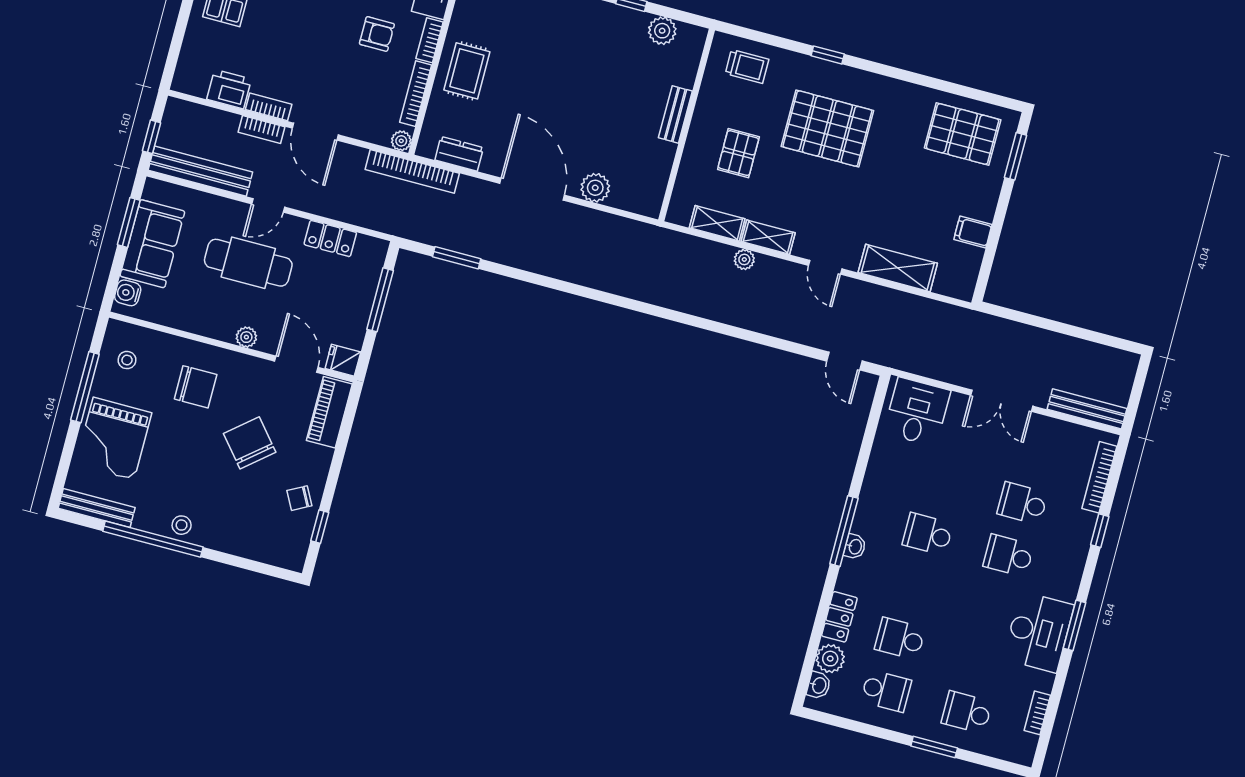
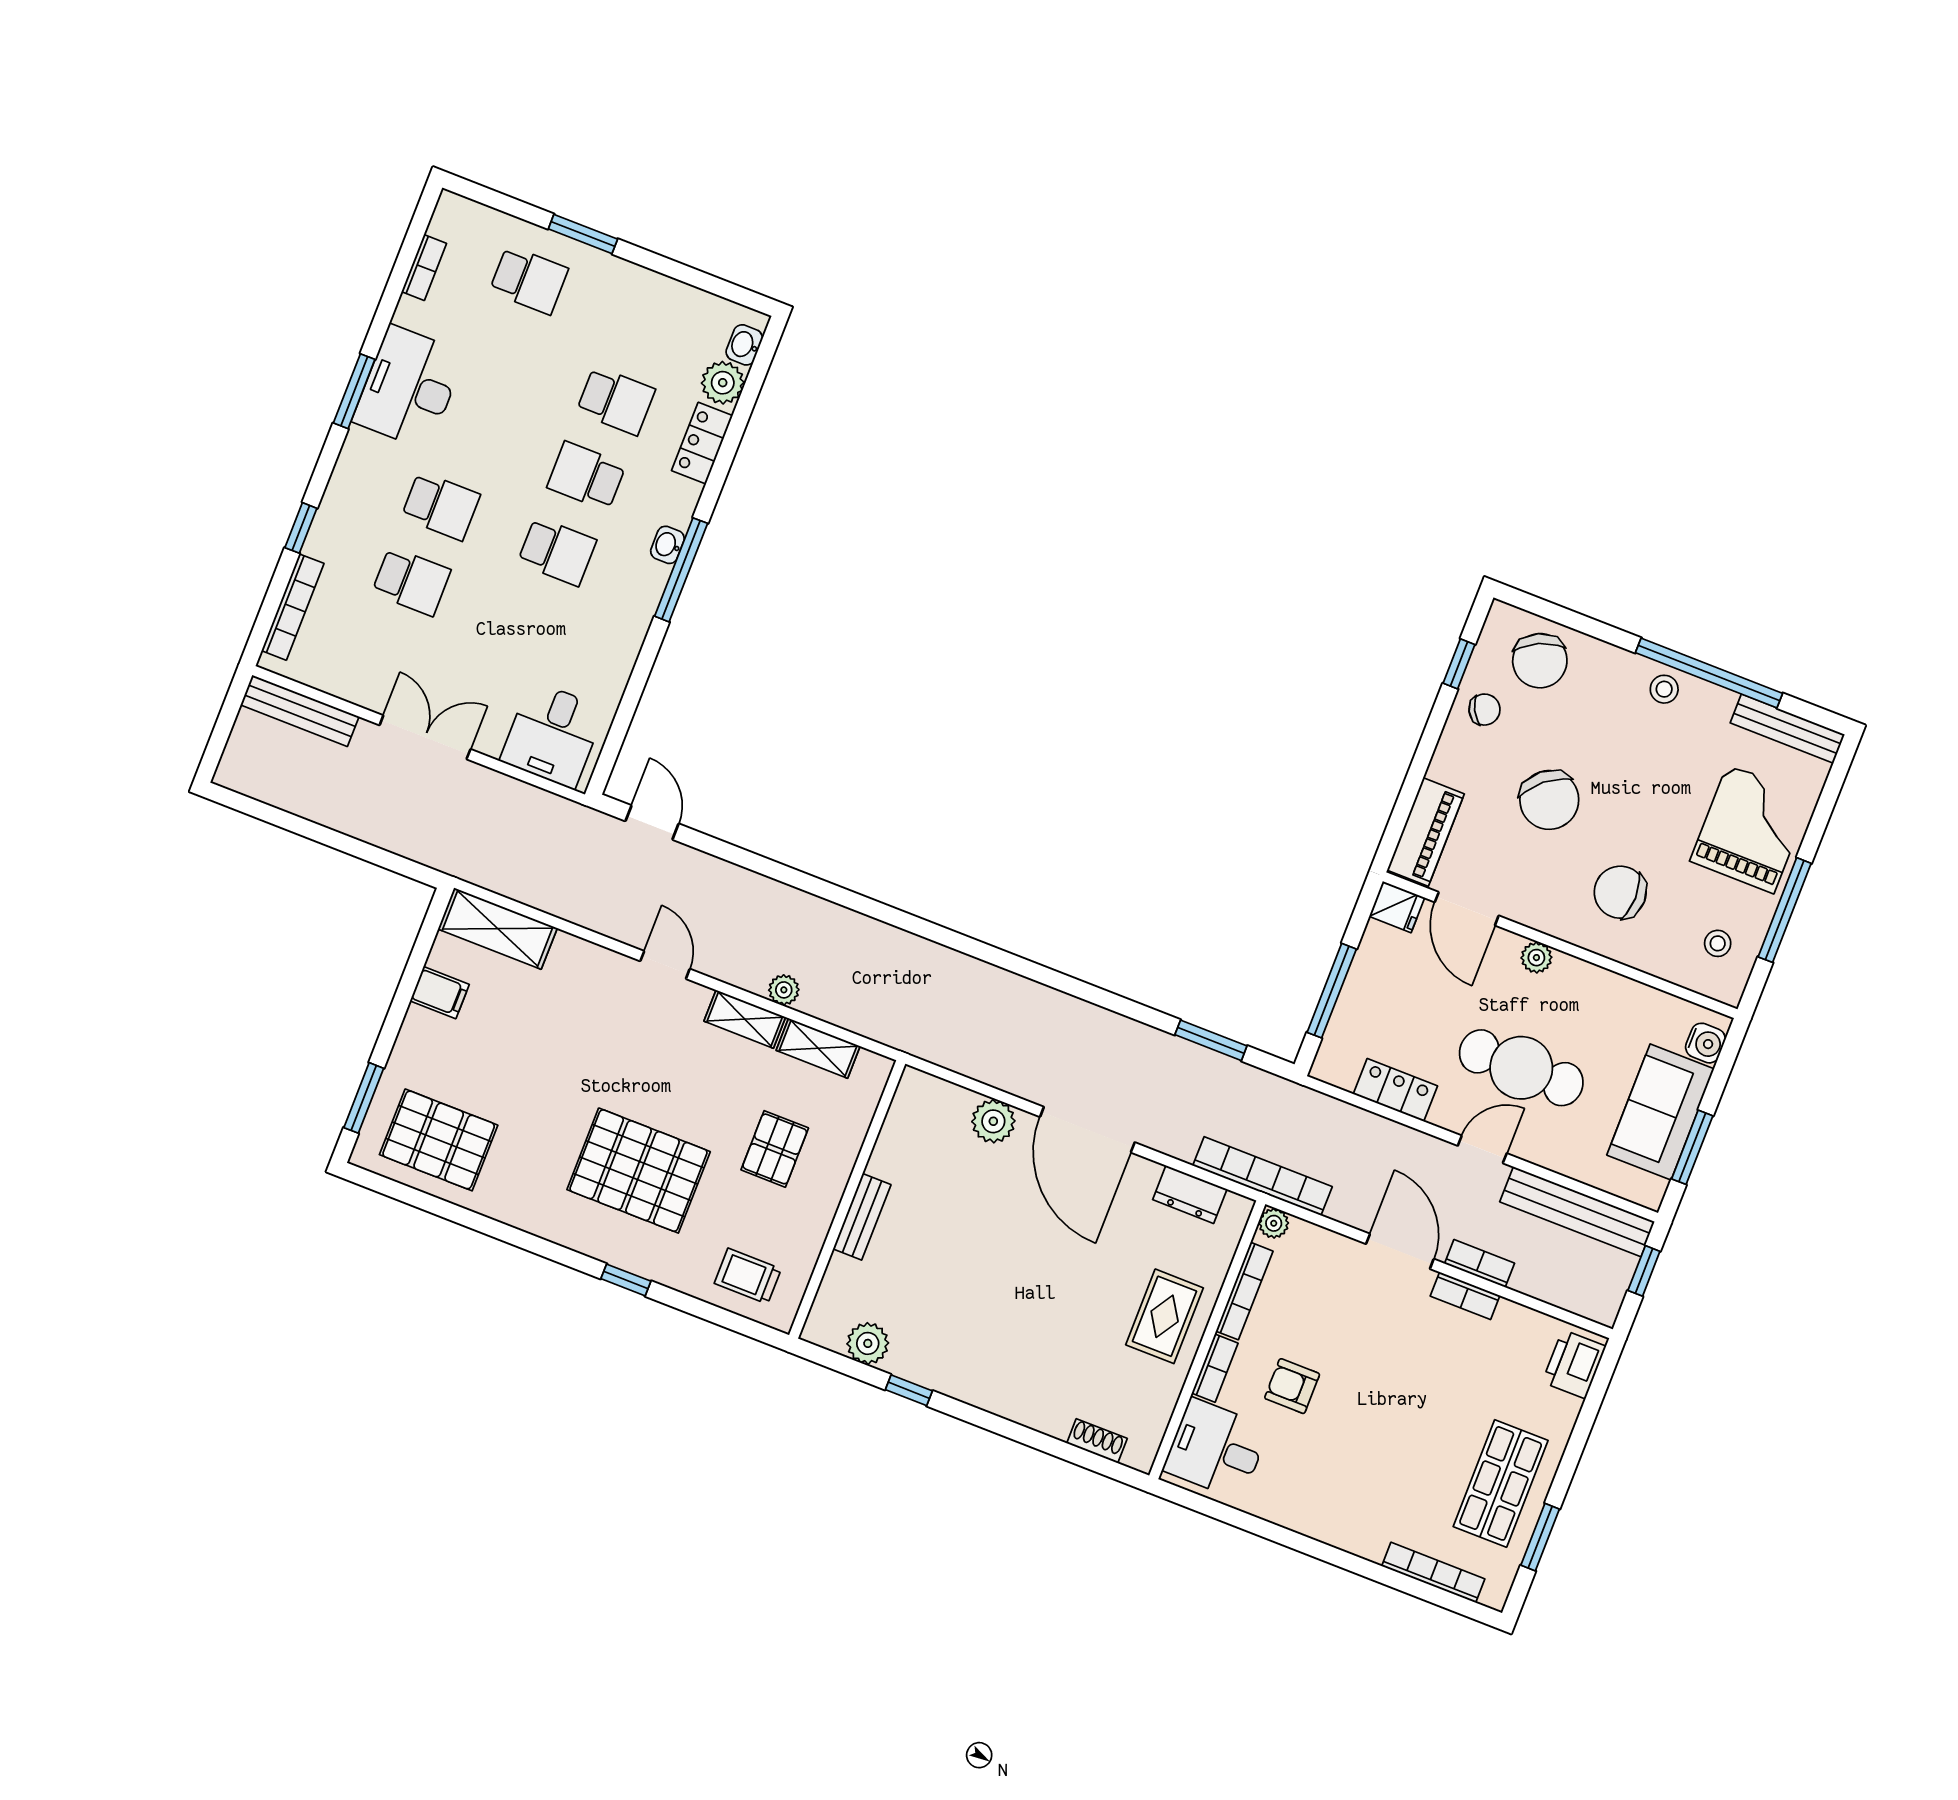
printer: (229, 89) -> (1574, 1364), moved, turned 90
shelving: (898, 268) -> (498, 929), moved
chair: (266, 535) -> (1540, 661), added
school desk: (886, 691) -> (586, 476), moved

